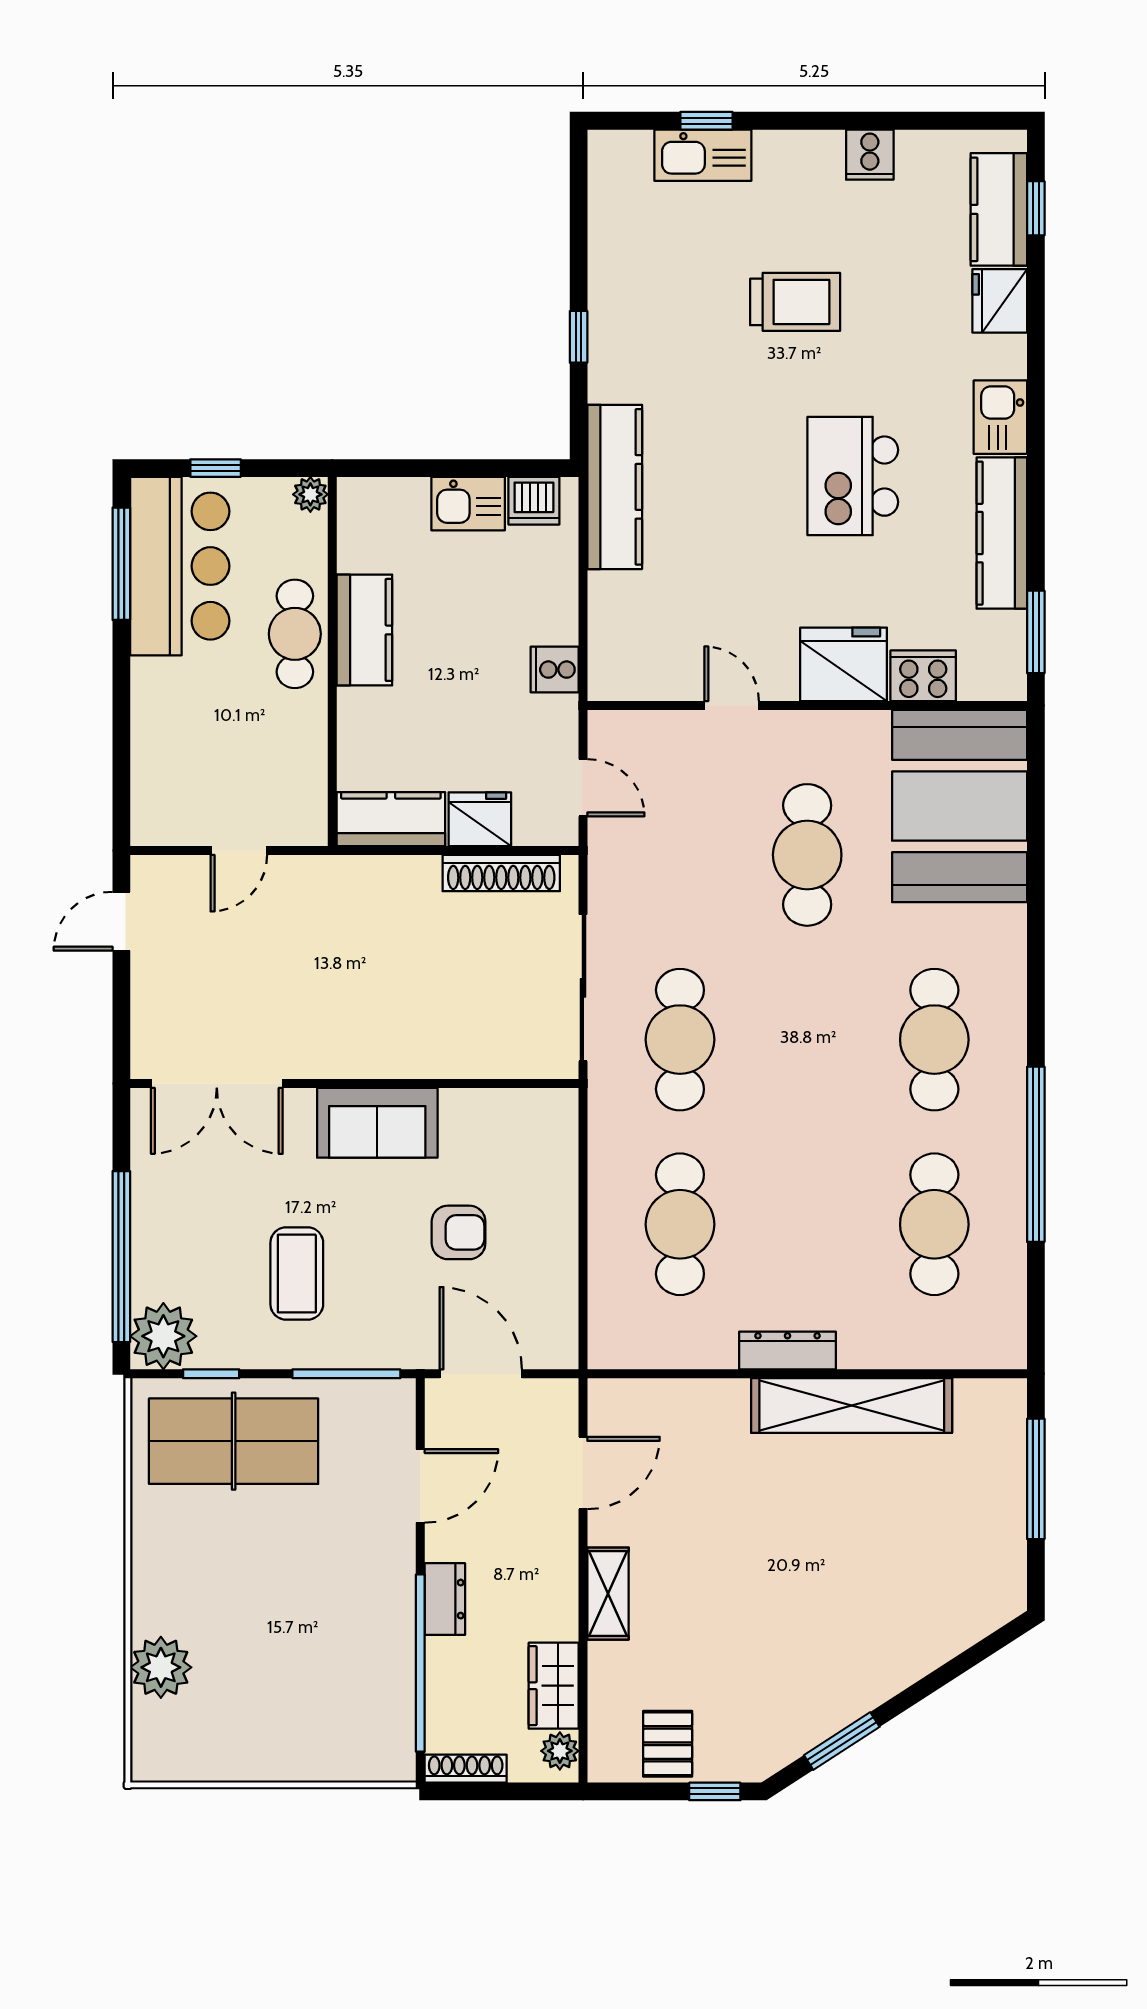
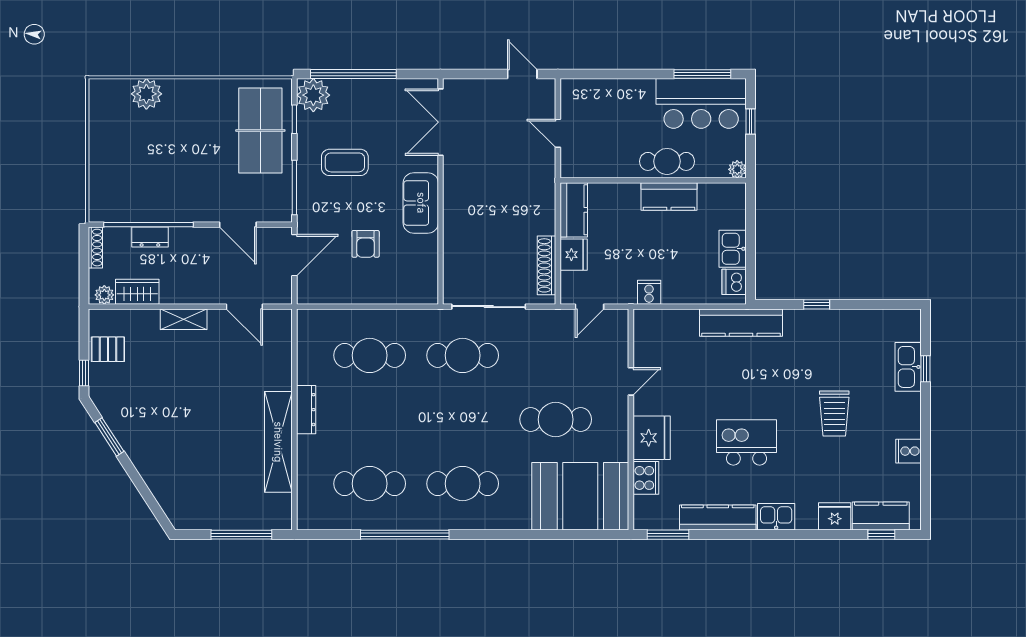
dresser: (445, 1599) -> (150, 237), moved

